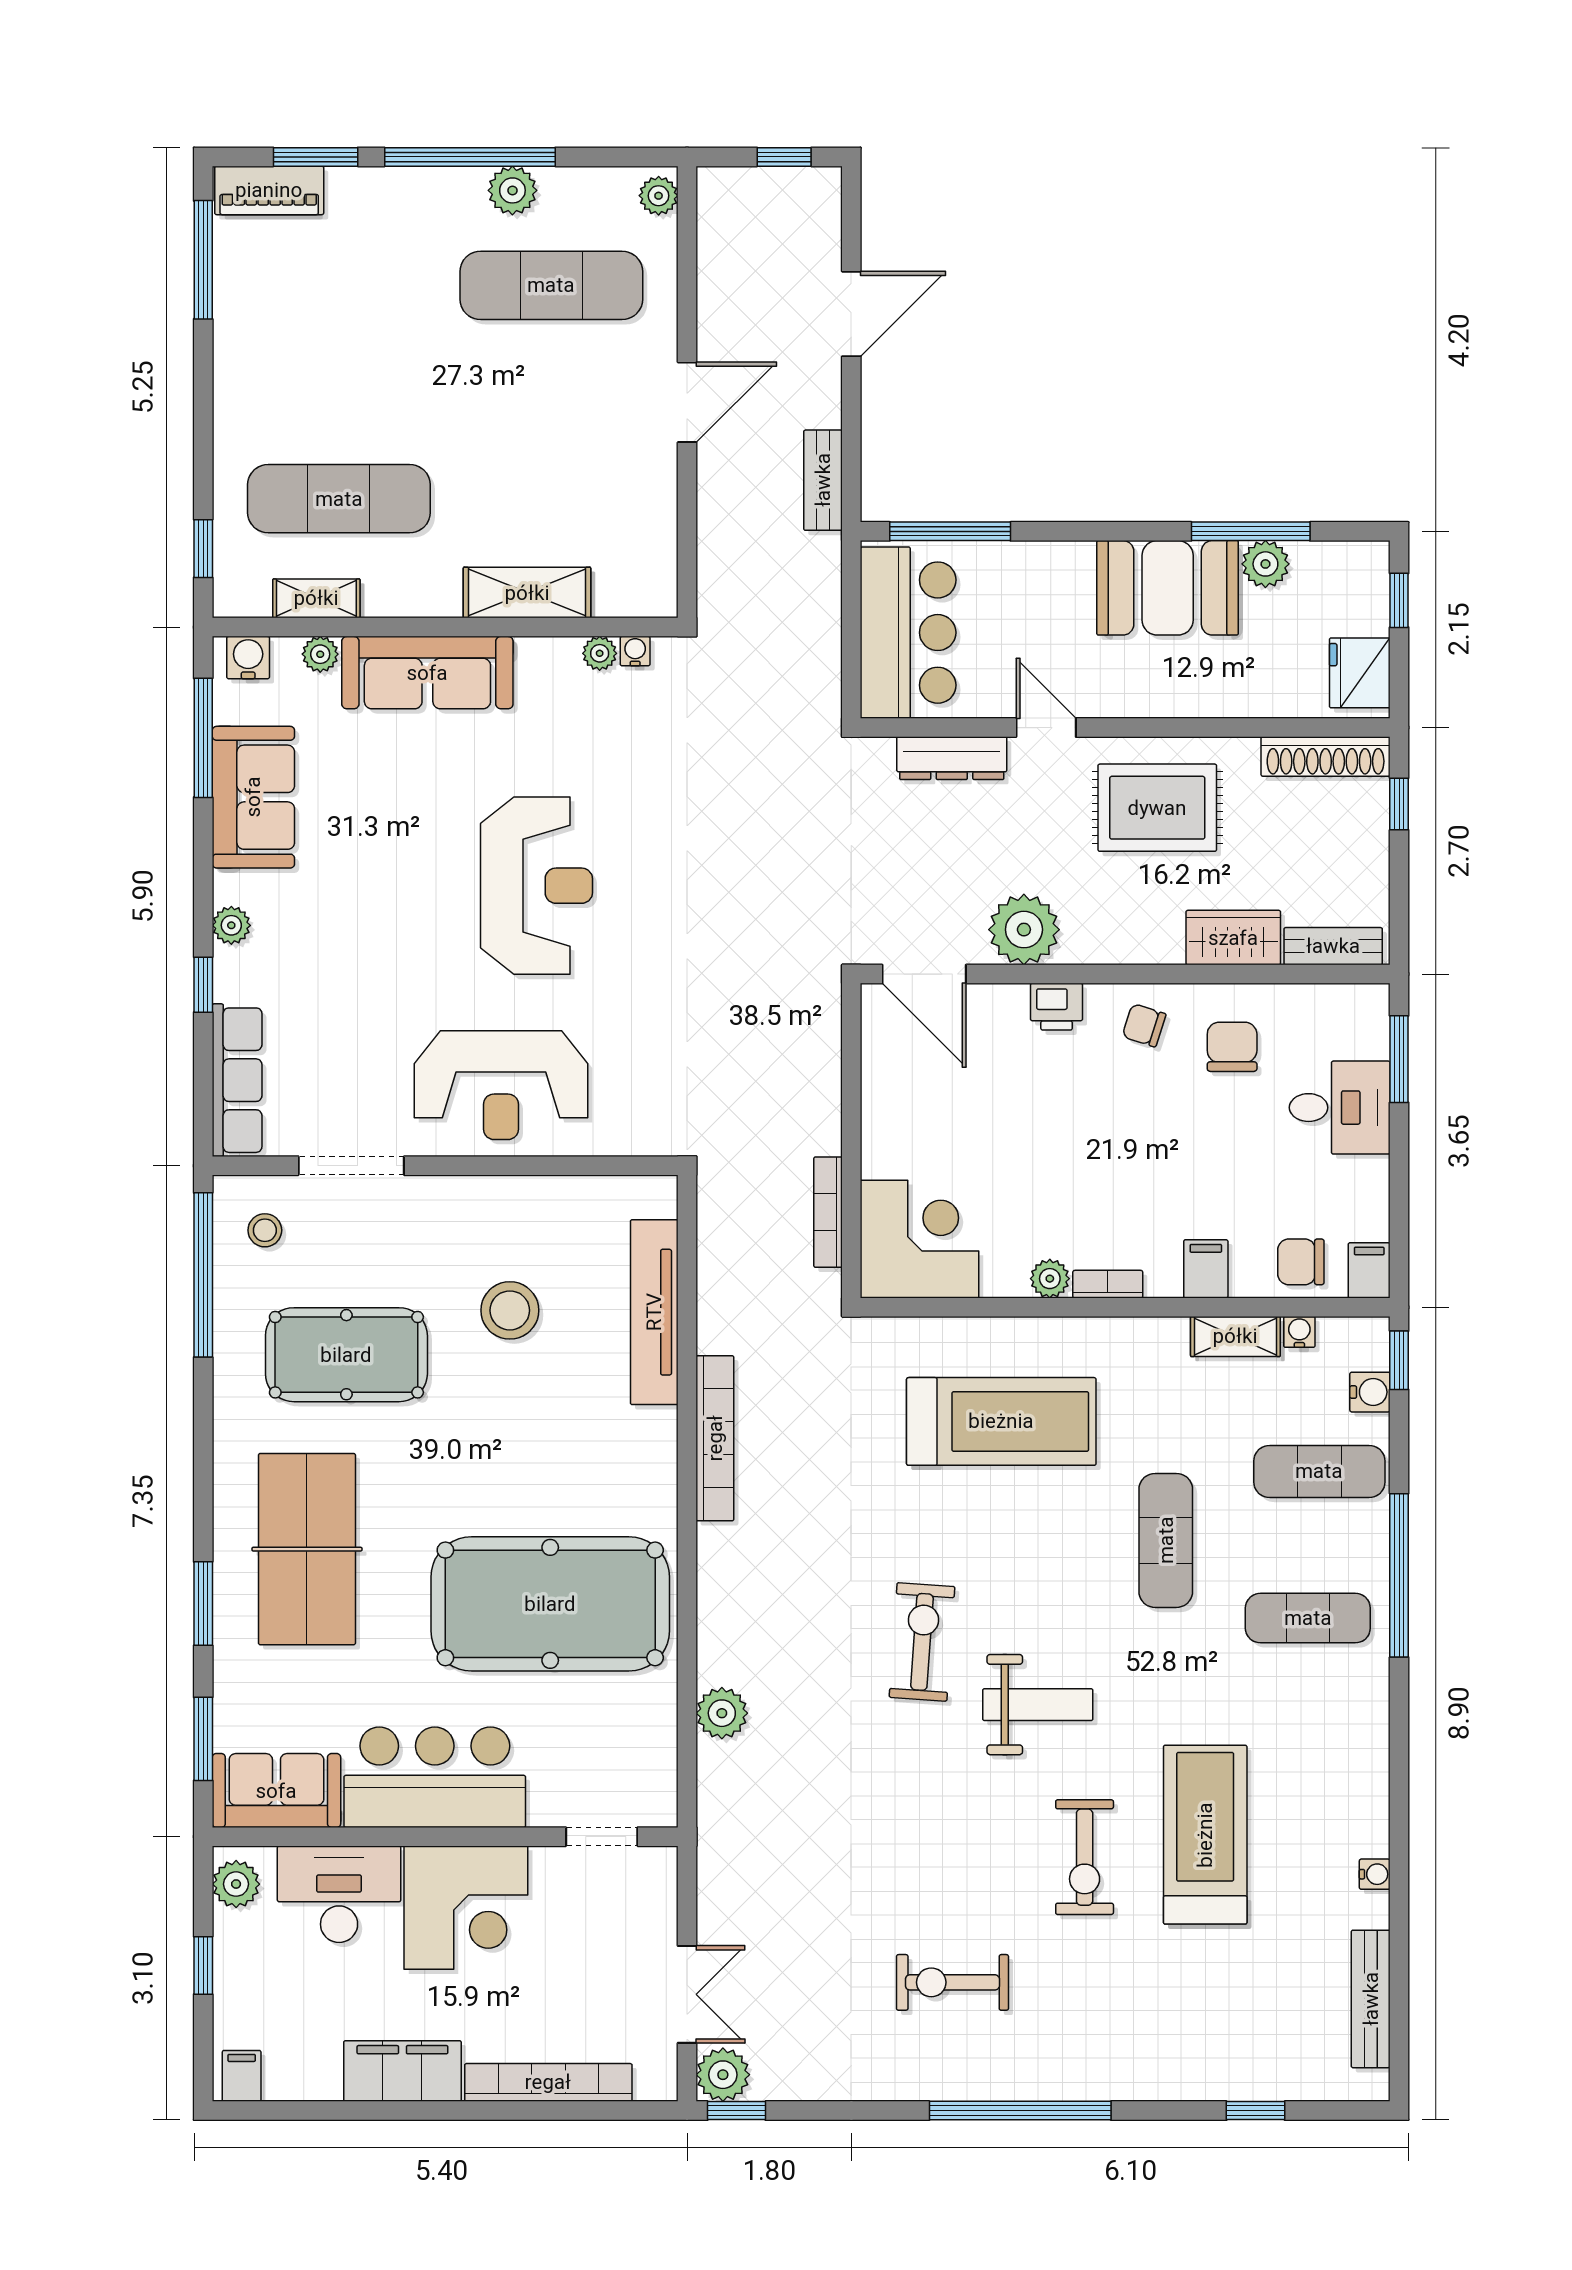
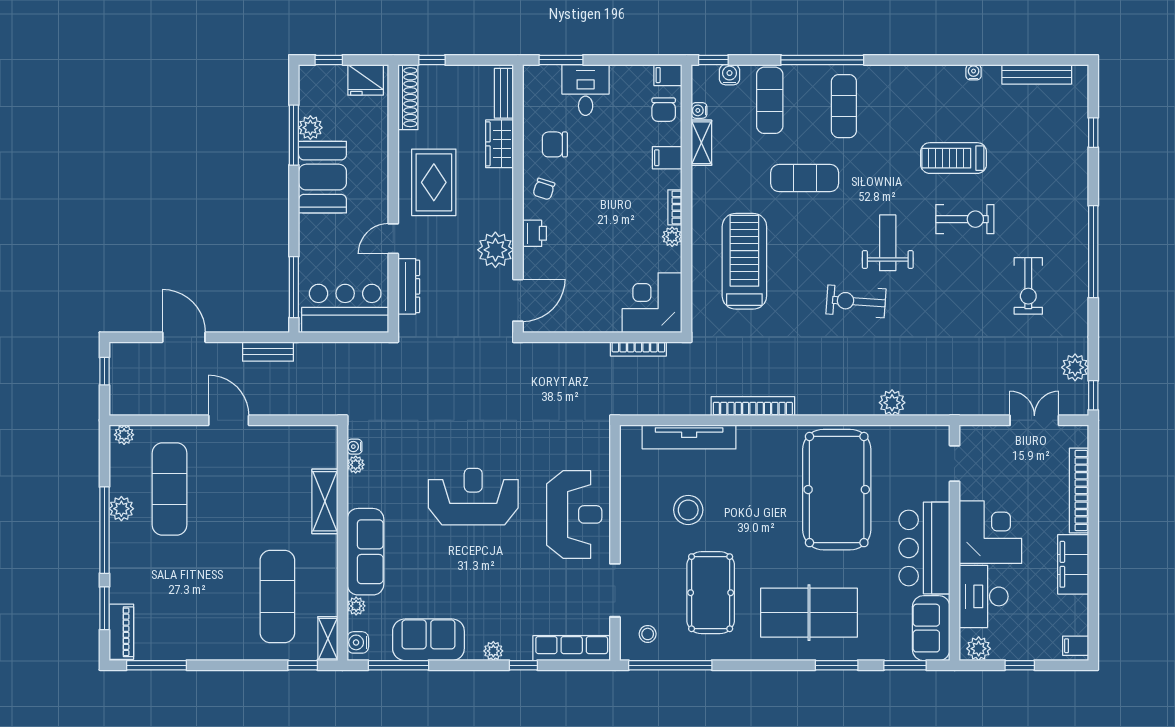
shelving: (316, 598) -> (328, 639), moved
treadmill: (1205, 1835) -> (954, 158), width x0.73, depth x0.73
plant: (723, 2075) -> (1075, 367), moved

